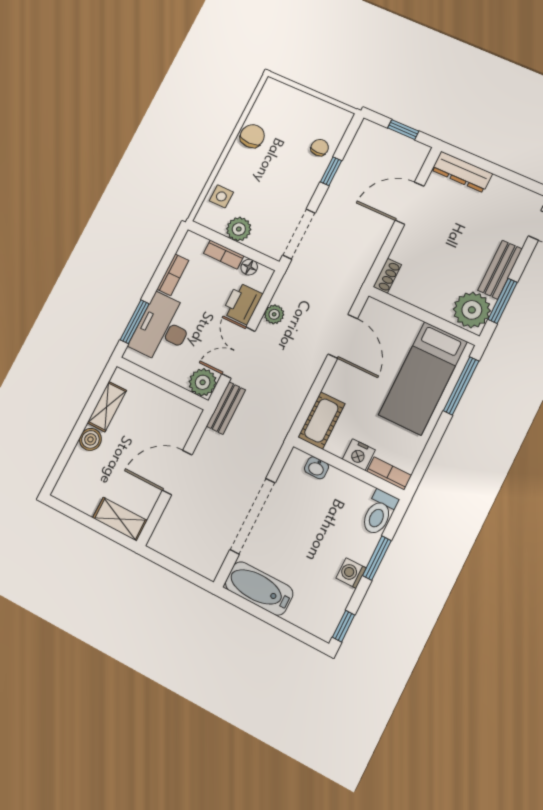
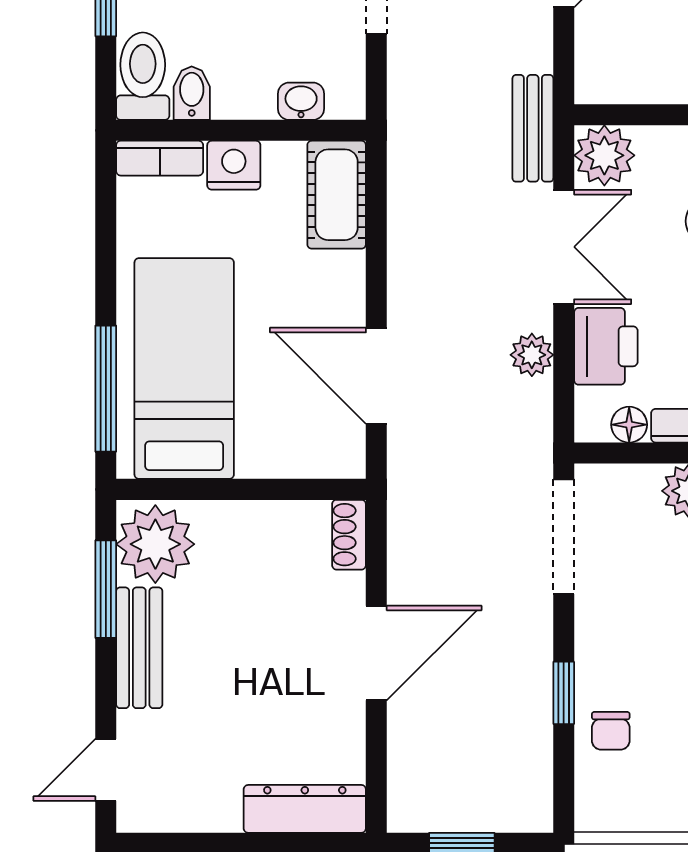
door: (410, 203) -> (376, 653), moved
bidet: (361, 495) -> (192, 93), added

